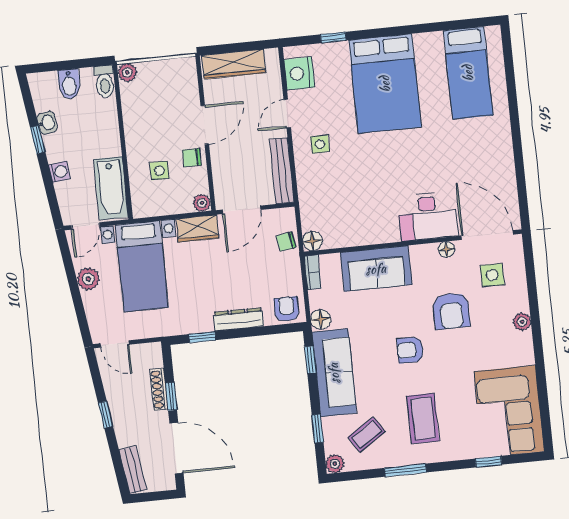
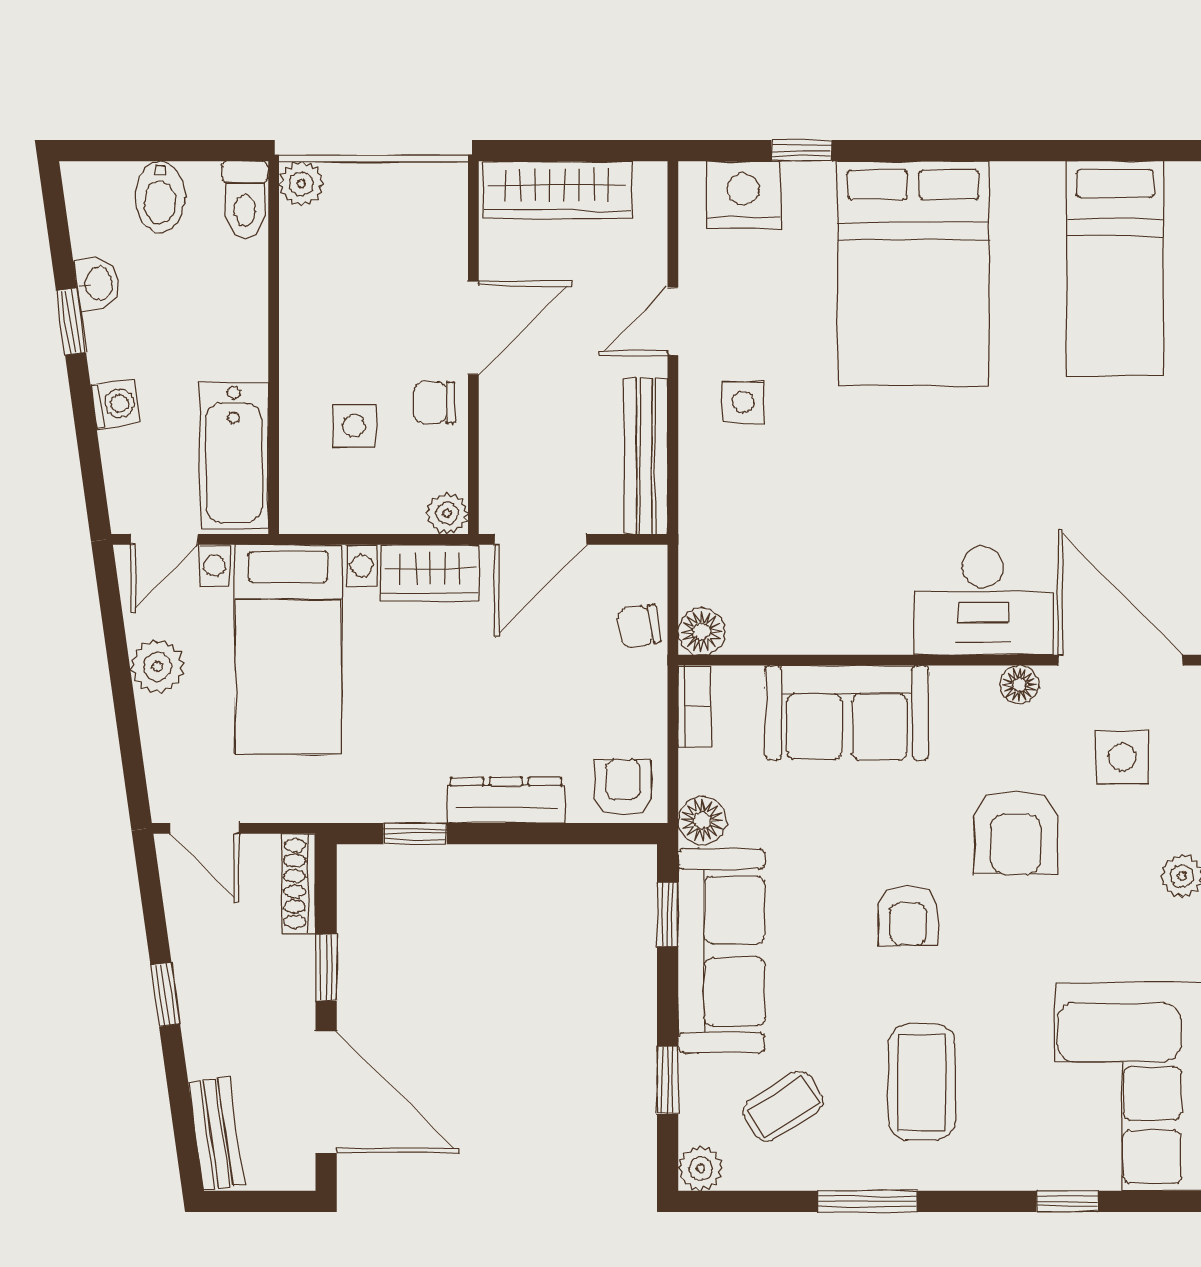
nightstand: (299, 73) -> (743, 194), moved, turned 90
armchair: (410, 350) -> (908, 916), turned -90
shoe rack: (159, 389) -> (299, 884), moved

